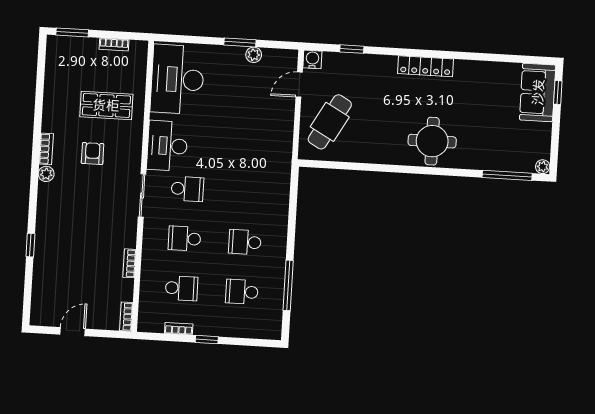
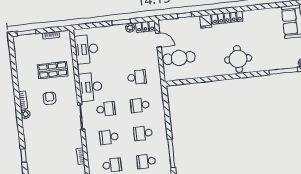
locker: (280, 57) -> (145, 27), added
water cooler: (312, 59) -> (163, 25), removed
fridge: (387, 66) -> (206, 21), added
desk: (177, 79) -> (86, 49), width x0.73, depth x0.77
door: (299, 85) -> (158, 40), swing flipped
cafe table: (330, 122) -> (179, 58), turned 61
school desk: (251, 143) -> (137, 77), added
school desk: (248, 192) -> (140, 105), added

